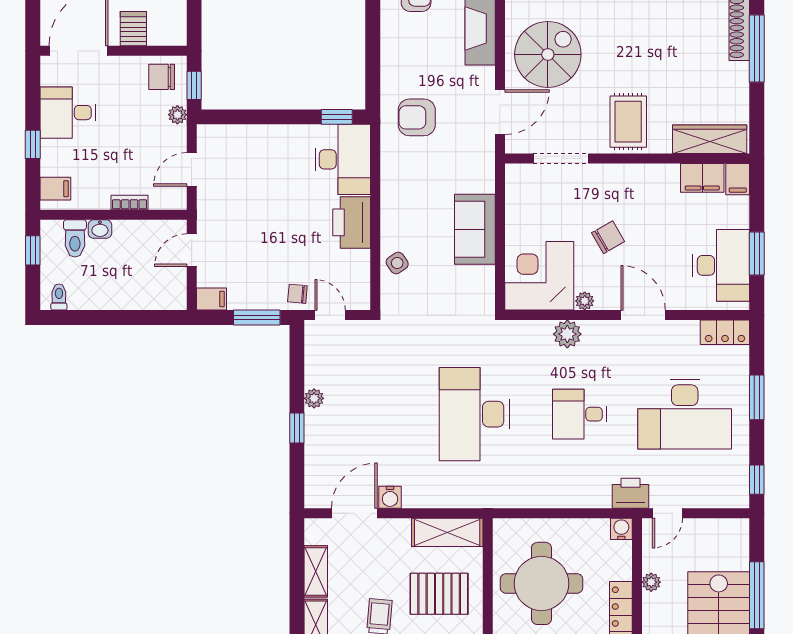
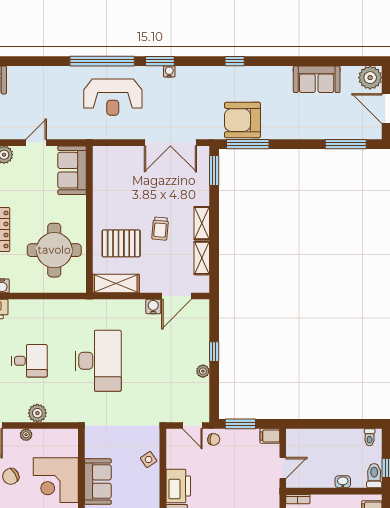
bookcase: (130, 203) -> (298, 499), moved
toilet: (75, 238) -> (374, 476), moved
corner desk: (539, 276) -> (56, 480), moved, turned 90

